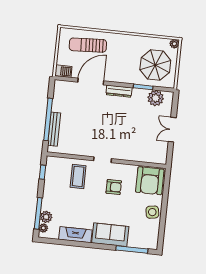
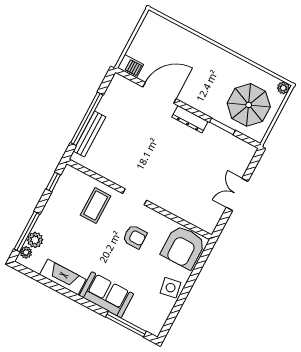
sun lounger: (88, 45) -> (174, 46), removed
plant: (156, 98) -> (232, 147), removed

